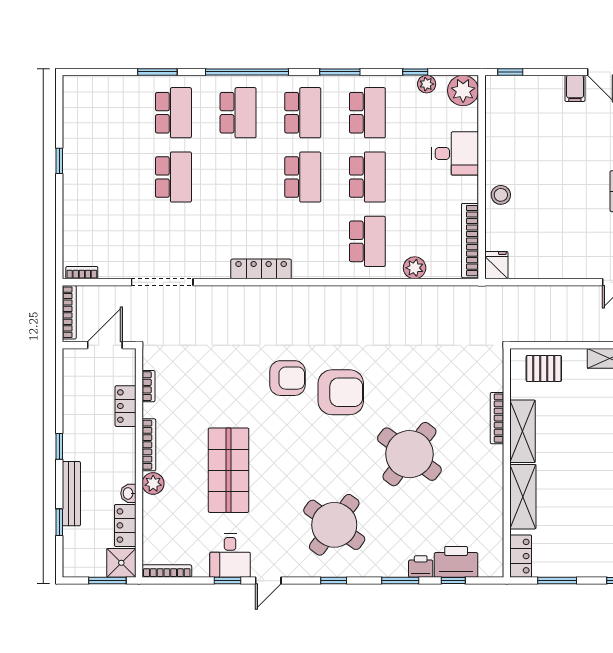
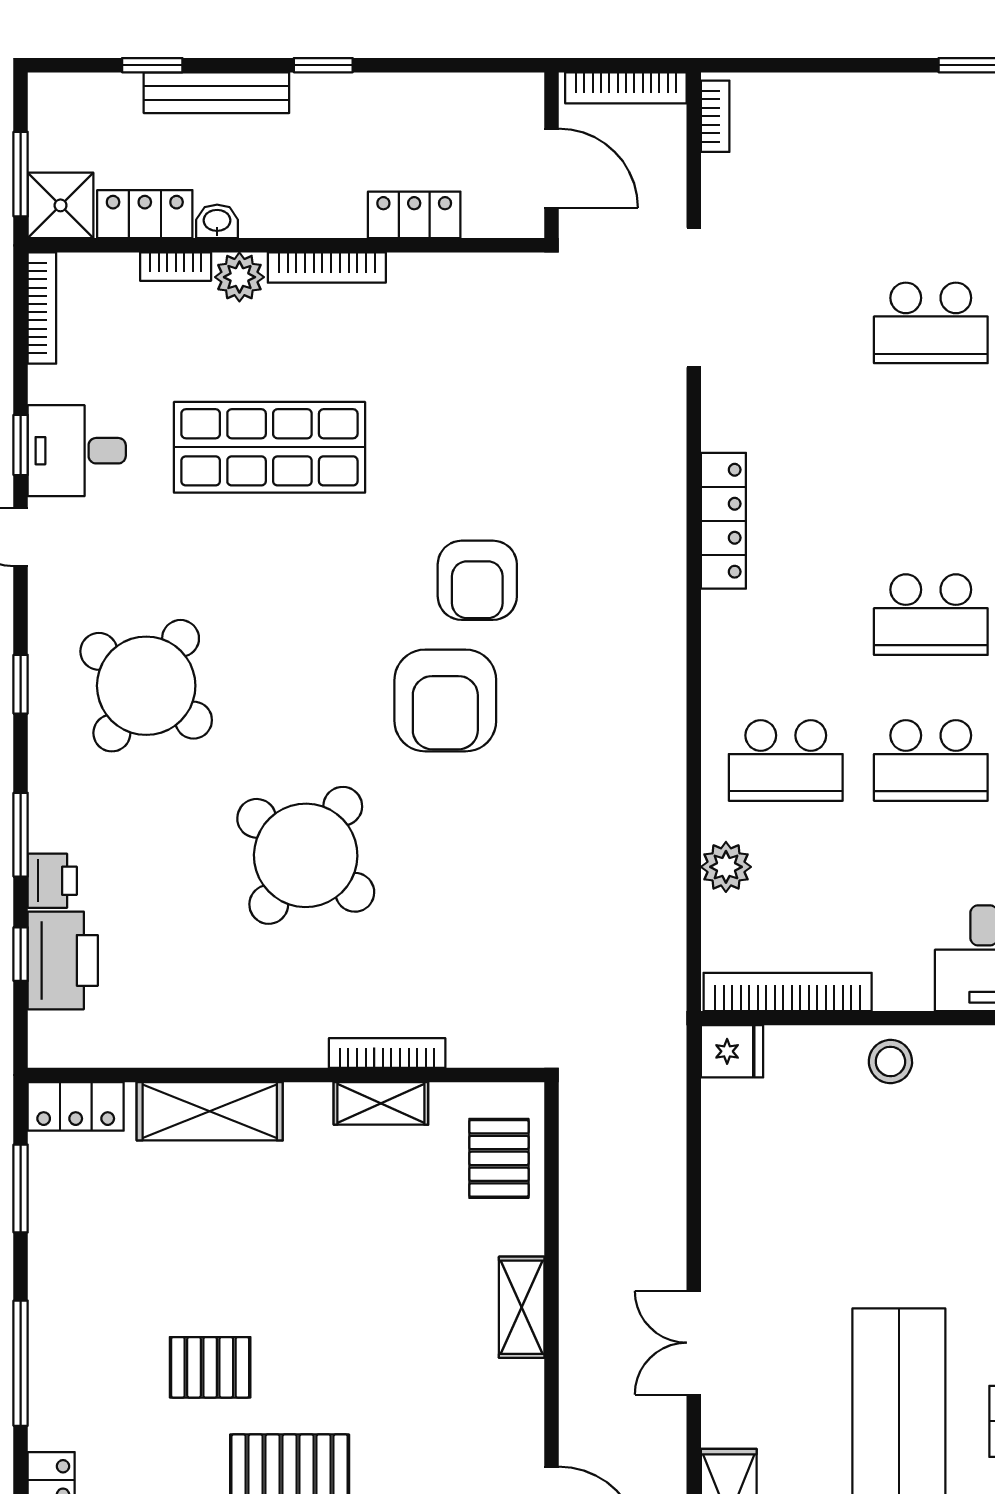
bookcase: (148, 386) -> (176, 267), moved
shelving: (523, 431) -> (381, 1103), width x0.67, depth x0.75

